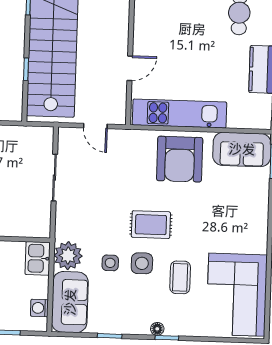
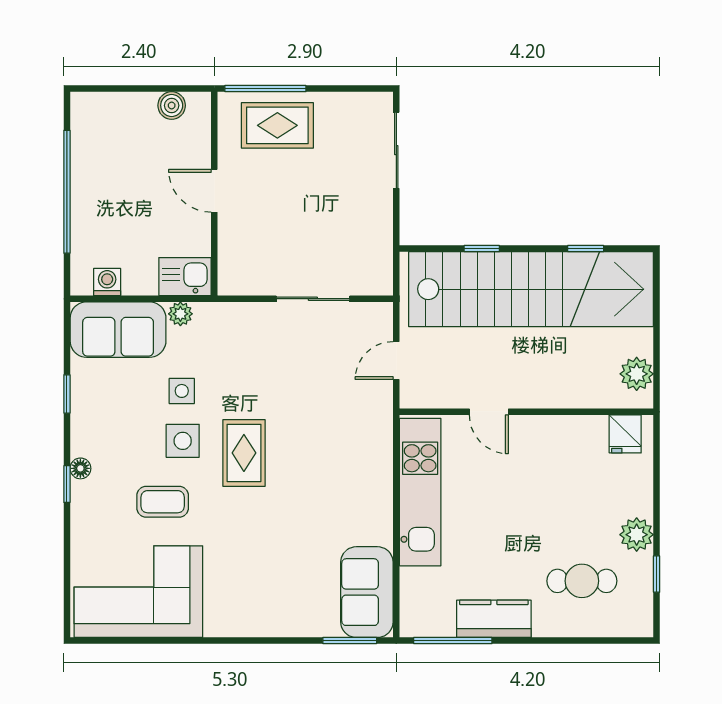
armchair: (180, 159) -> (349, 495), removed
plant: (68, 256) -> (180, 314), width x0.53, depth x0.53

